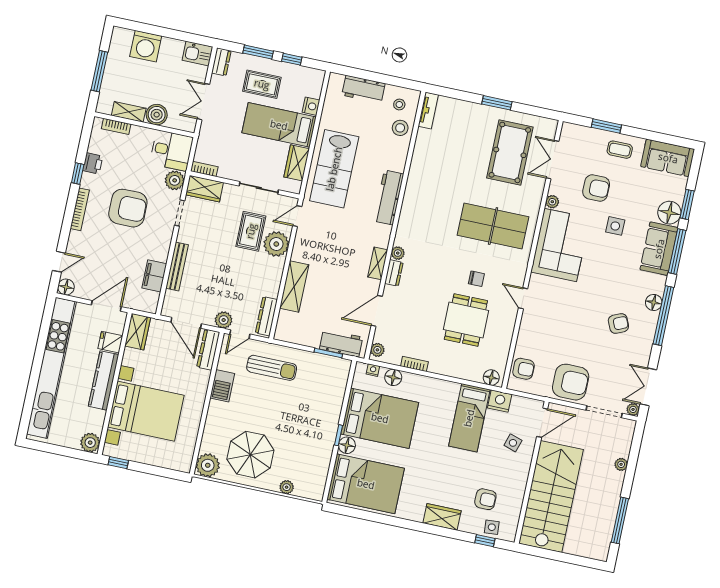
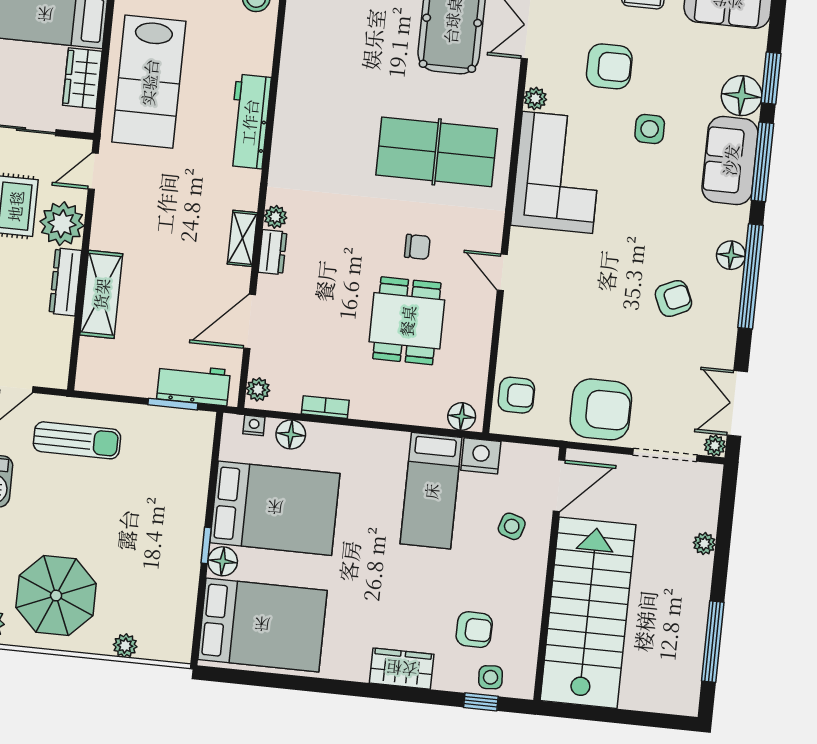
dresser: (266, 316) -> (65, 282), moved

